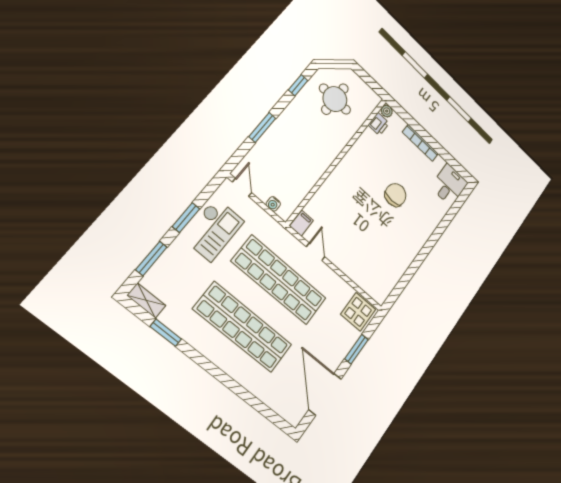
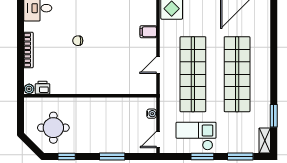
chair: (396, 195) -> (78, 41), width x0.54, depth x0.54
filing cabinet: (301, 223) -> (148, 32), moved

